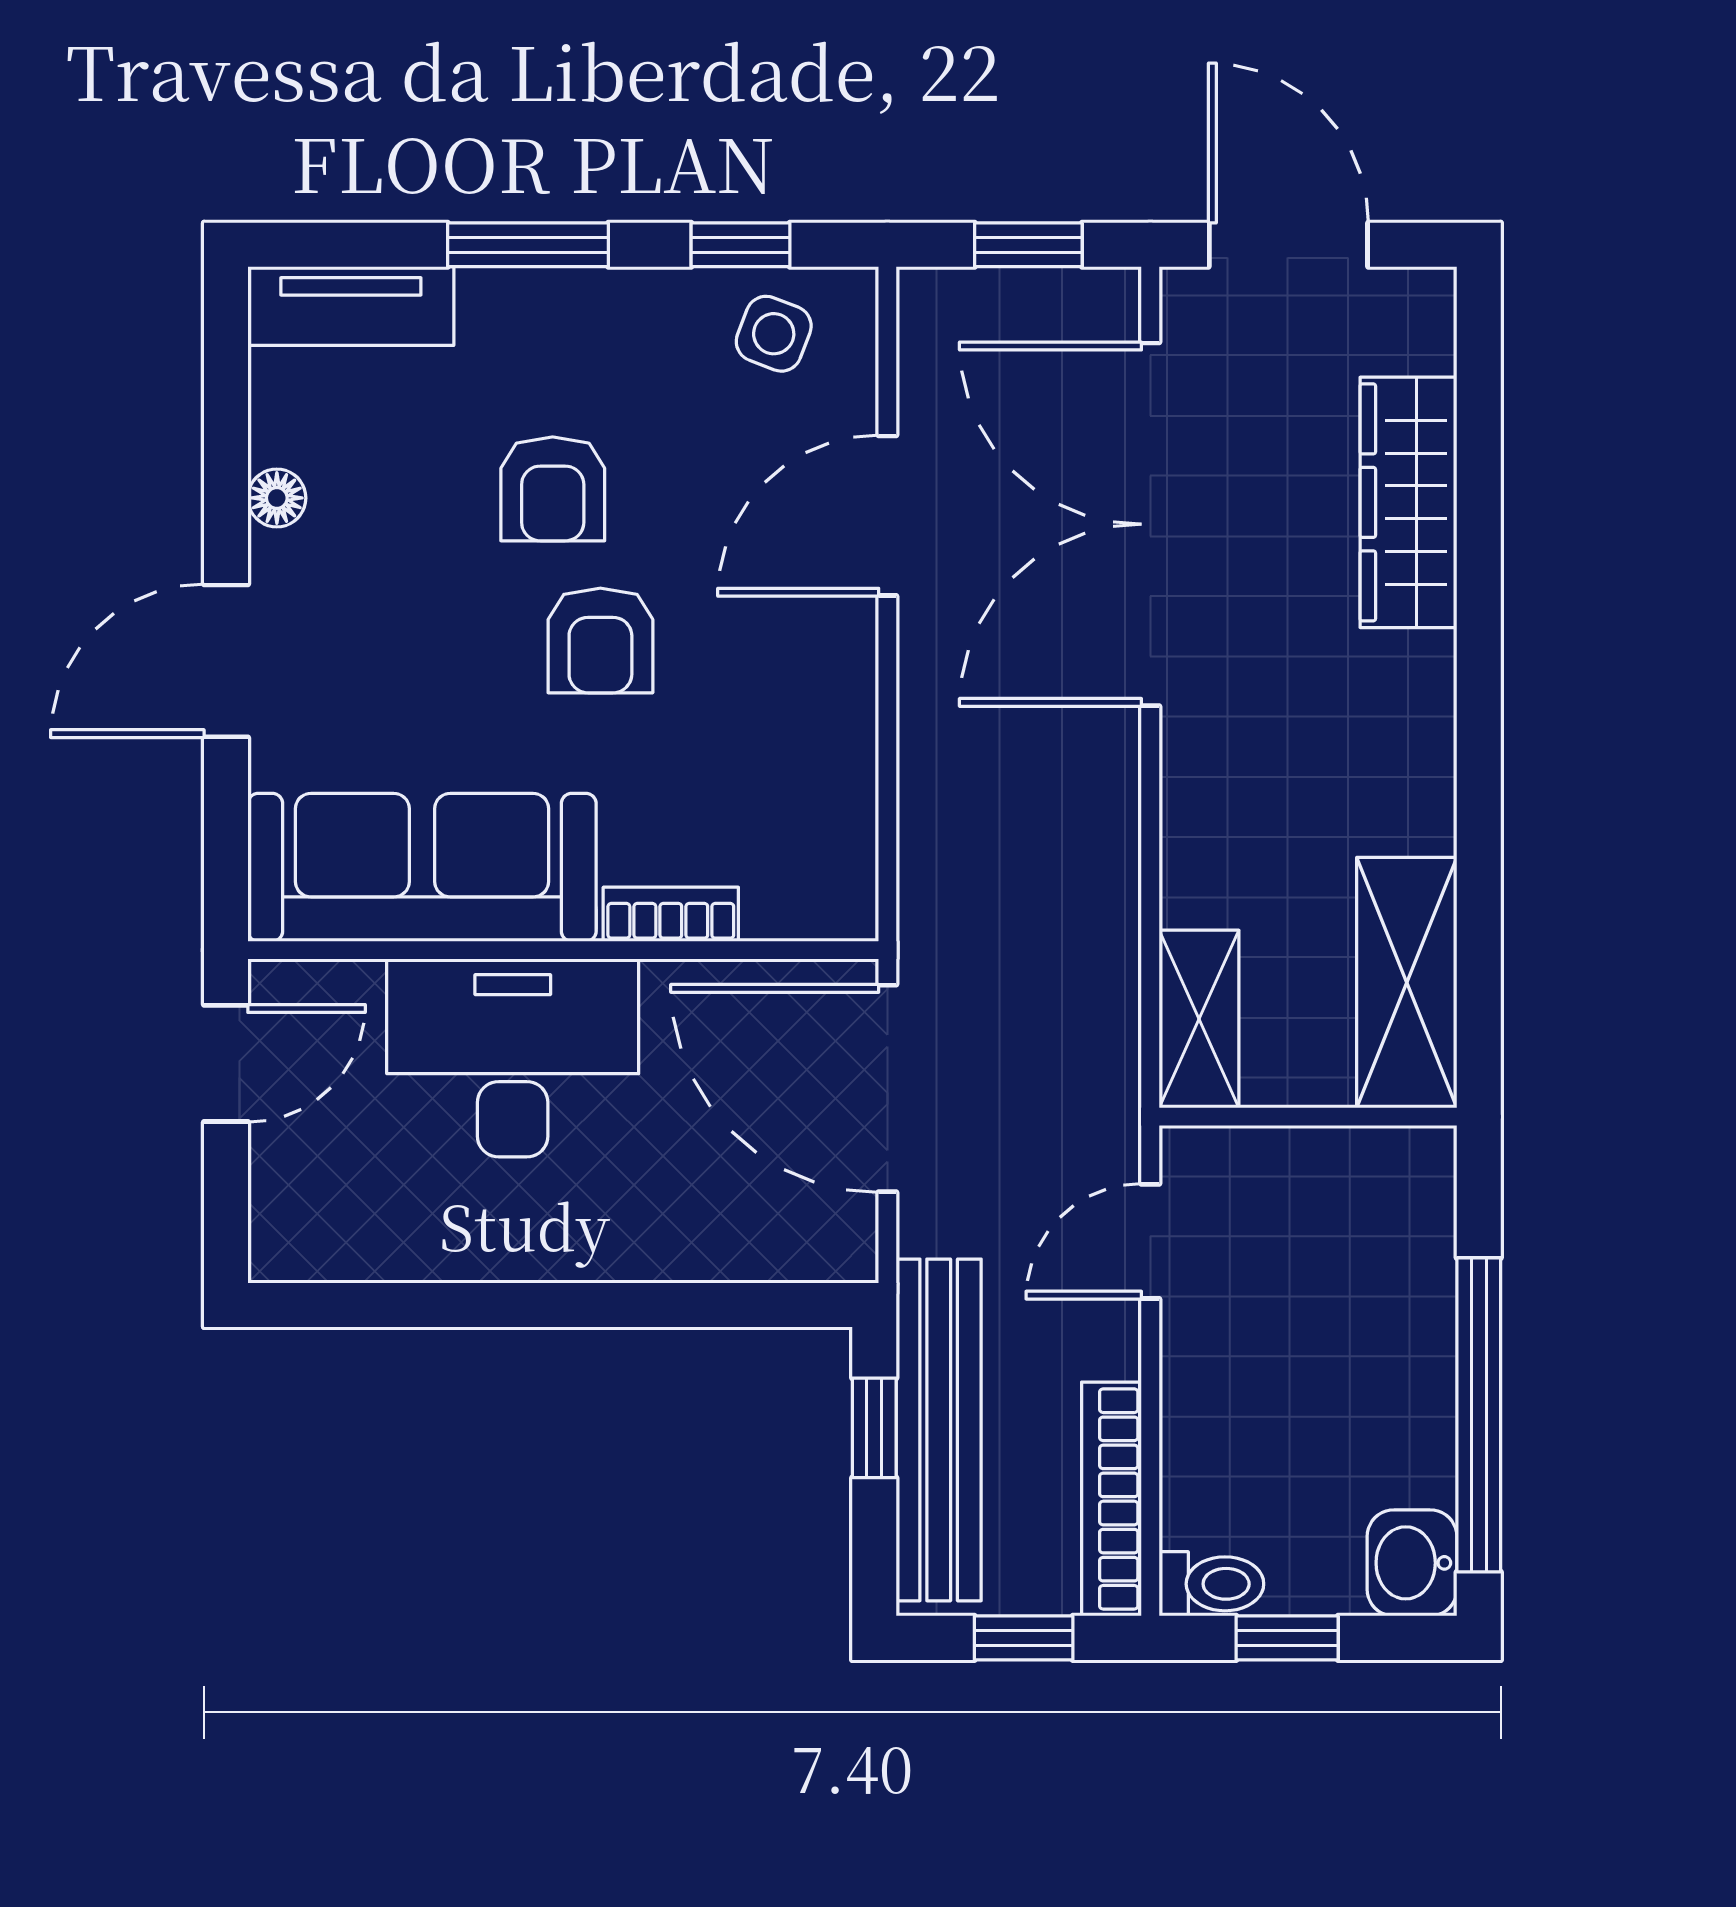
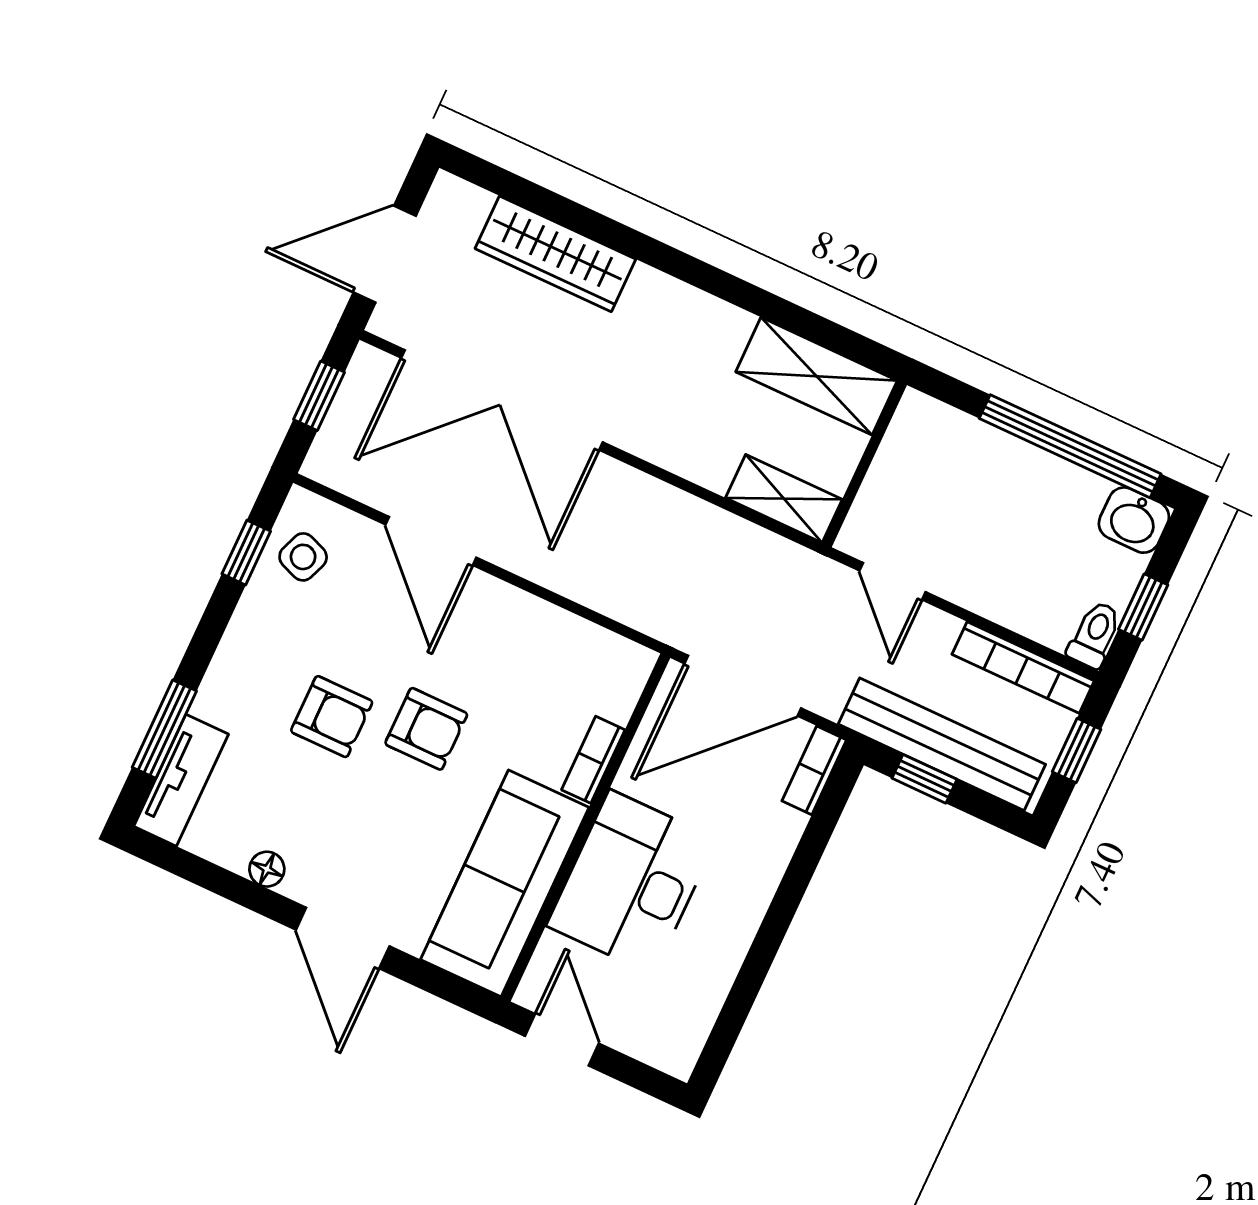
window: (528, 245) -> (164, 729), moved
bookcase: (810, 1255) -> (814, 770), added

